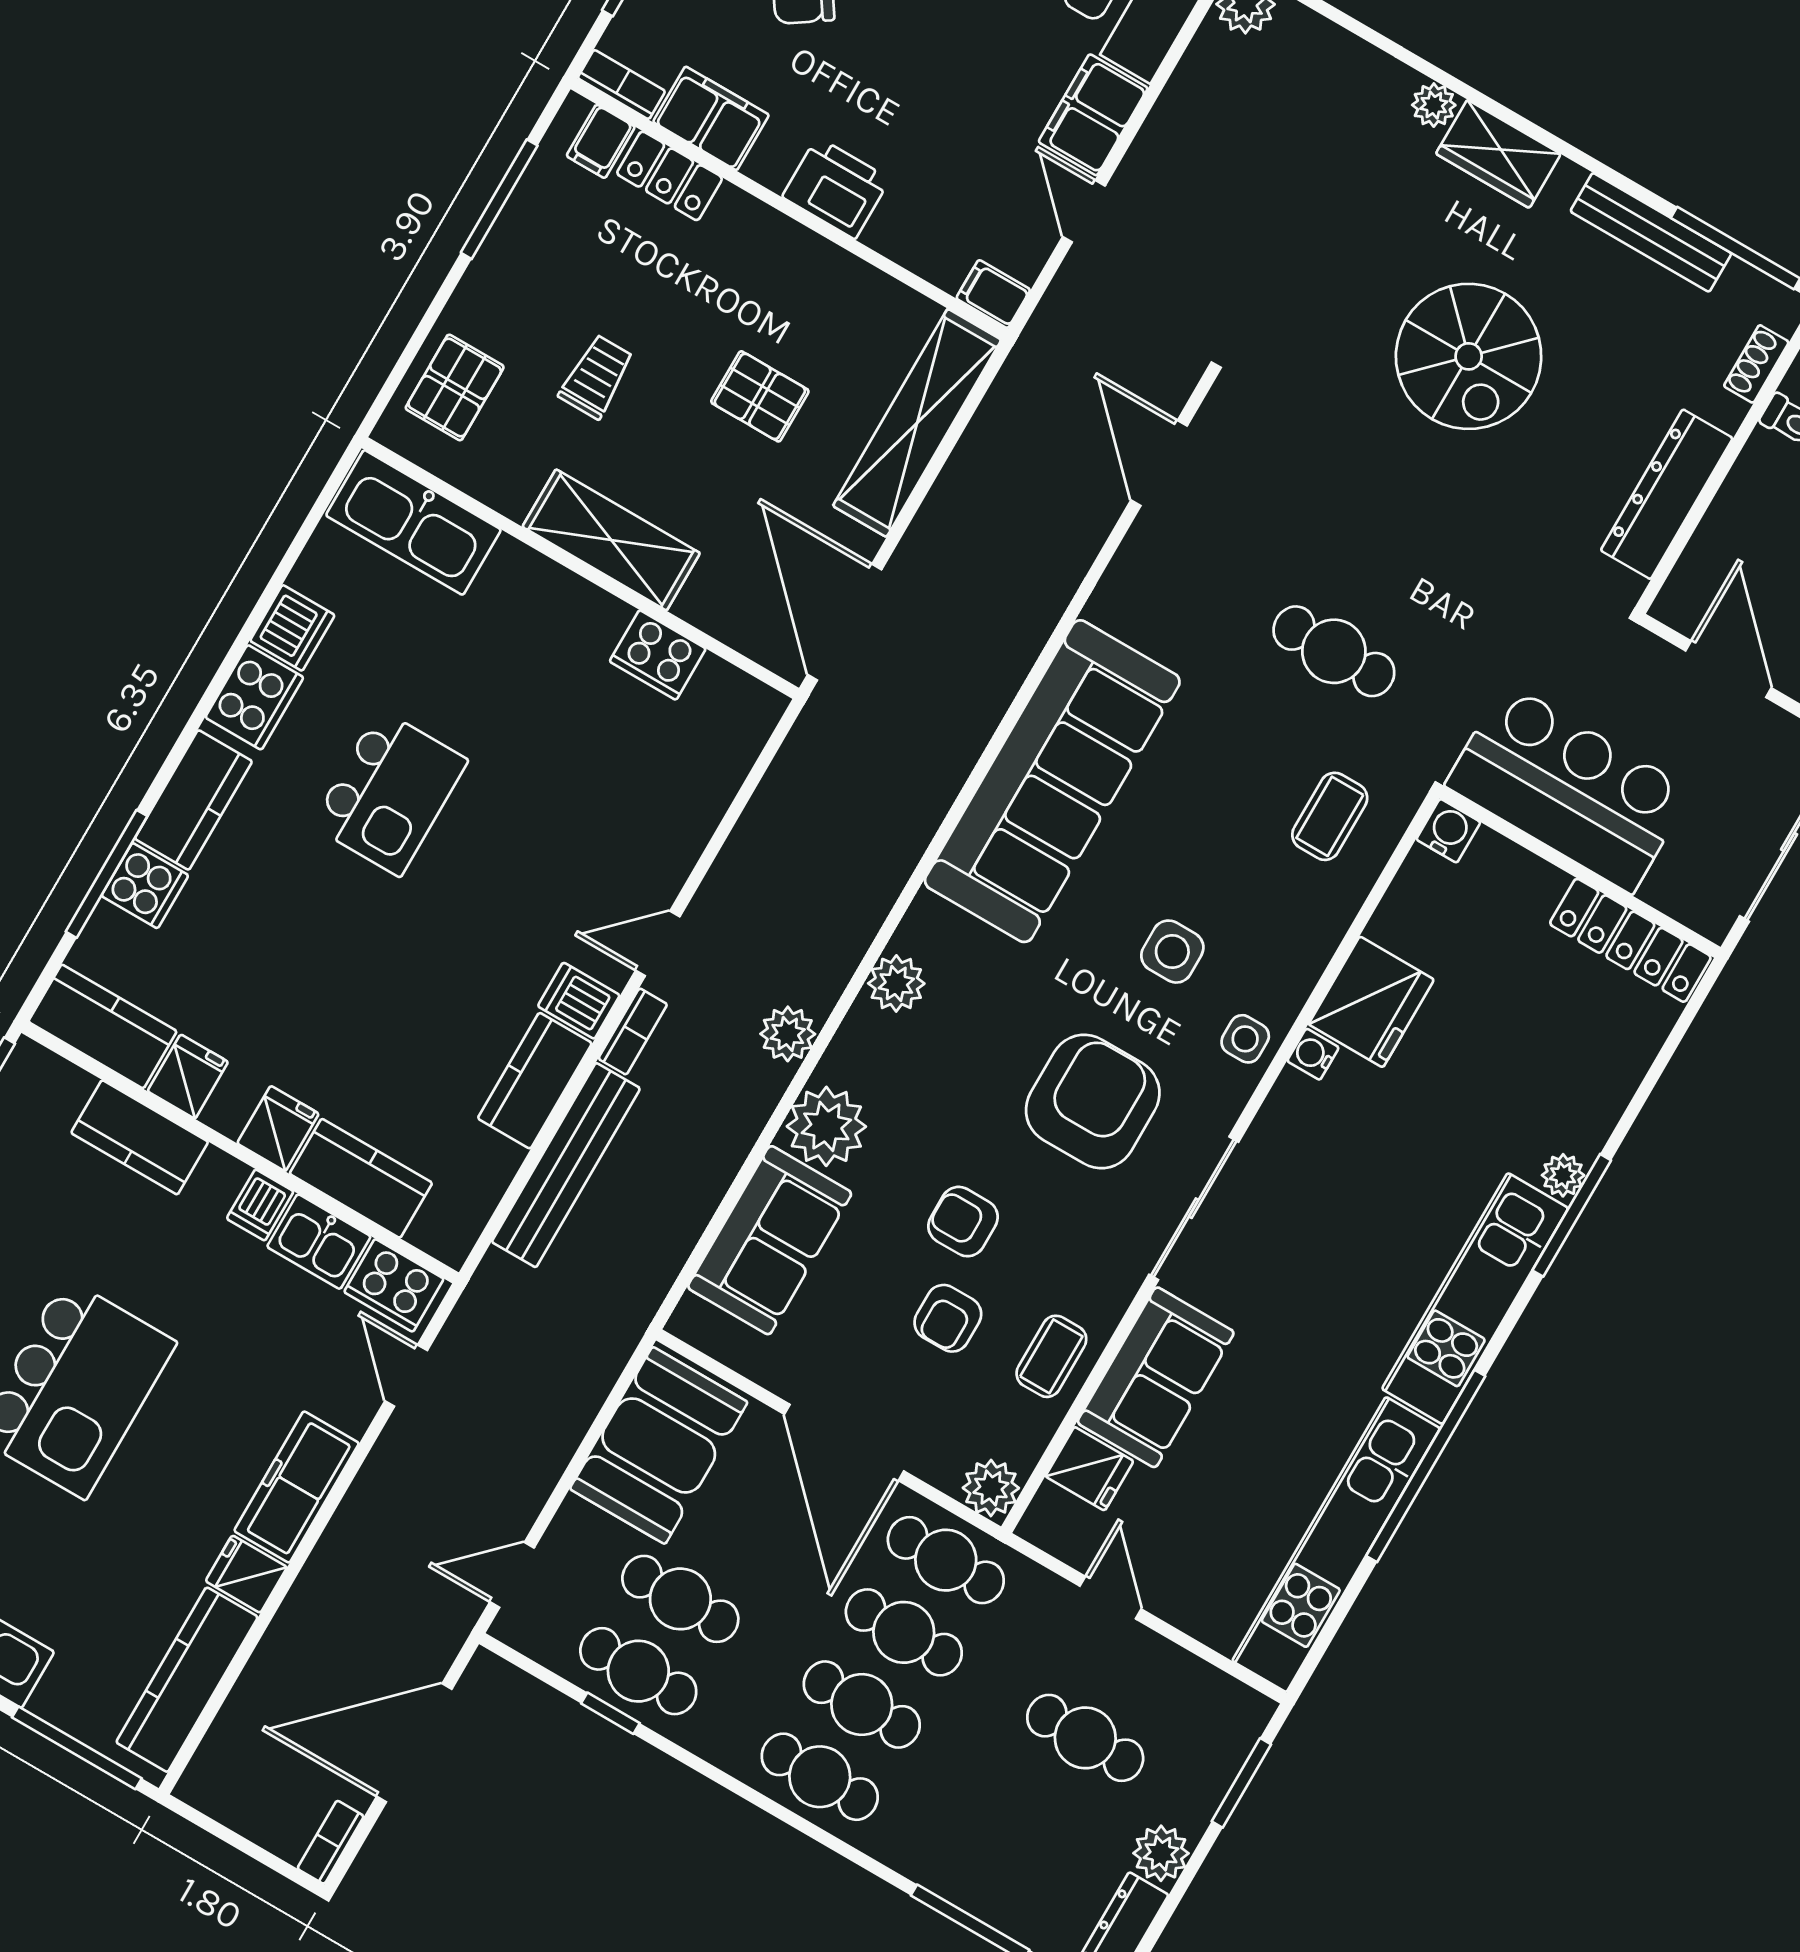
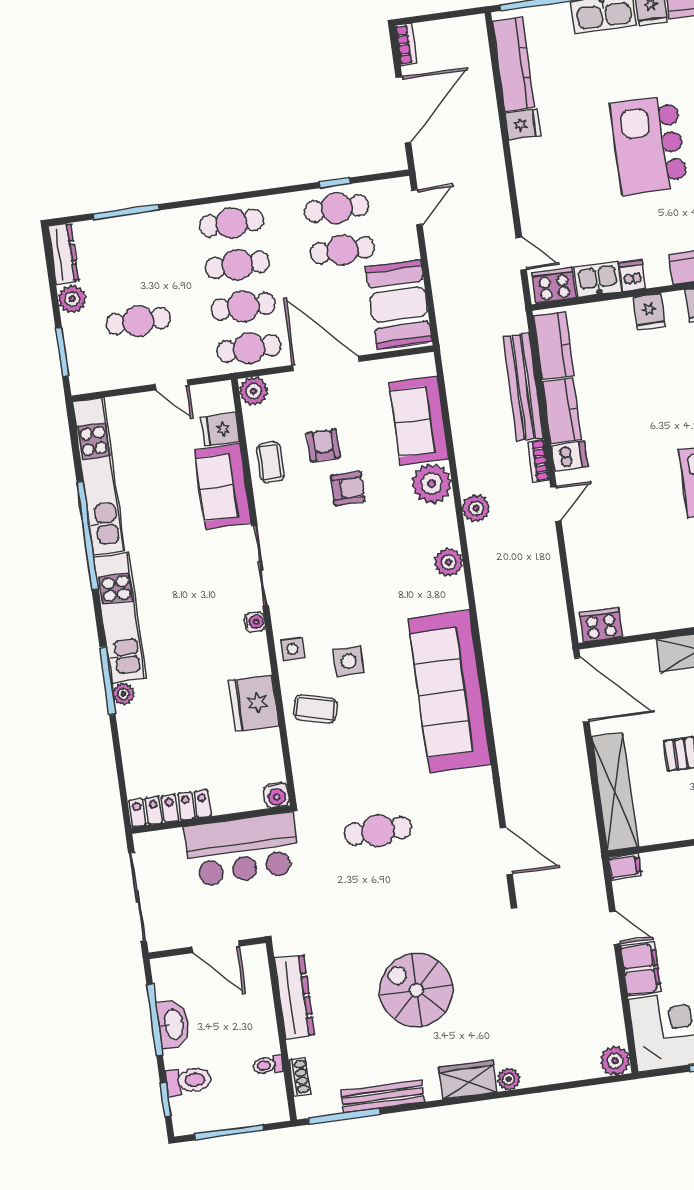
cooker: (658, 655) -> (601, 625), moved
coffee table: (1330, 816) -> (315, 709), moved, turned -76
water cooler: (1313, 1054) -> (255, 622), moved
armchair: (1093, 1102) -> (334, 577), removed
kitchen counter: (361, 1178) -> (554, 346), moved, turned -90
freezer: (297, 1487) -> (530, 175), removed

